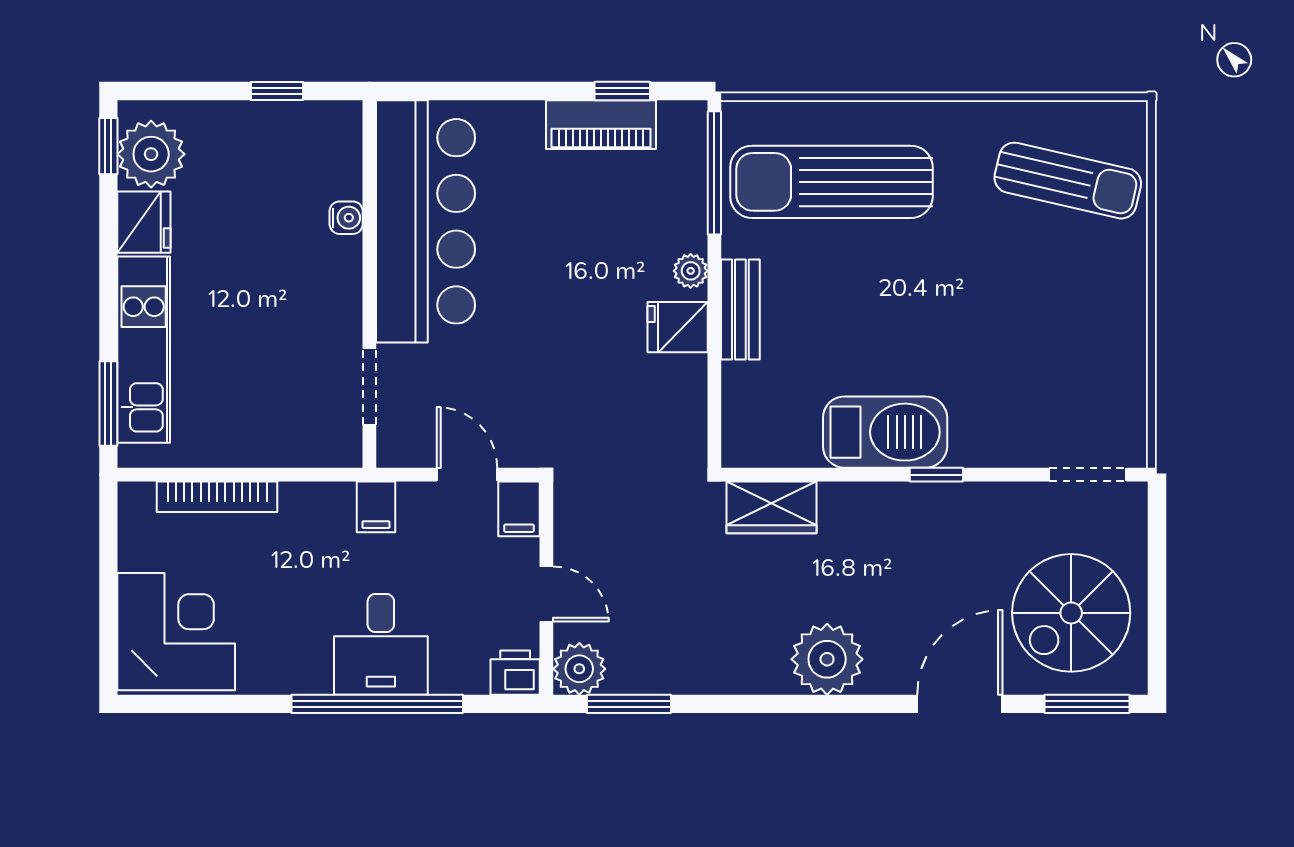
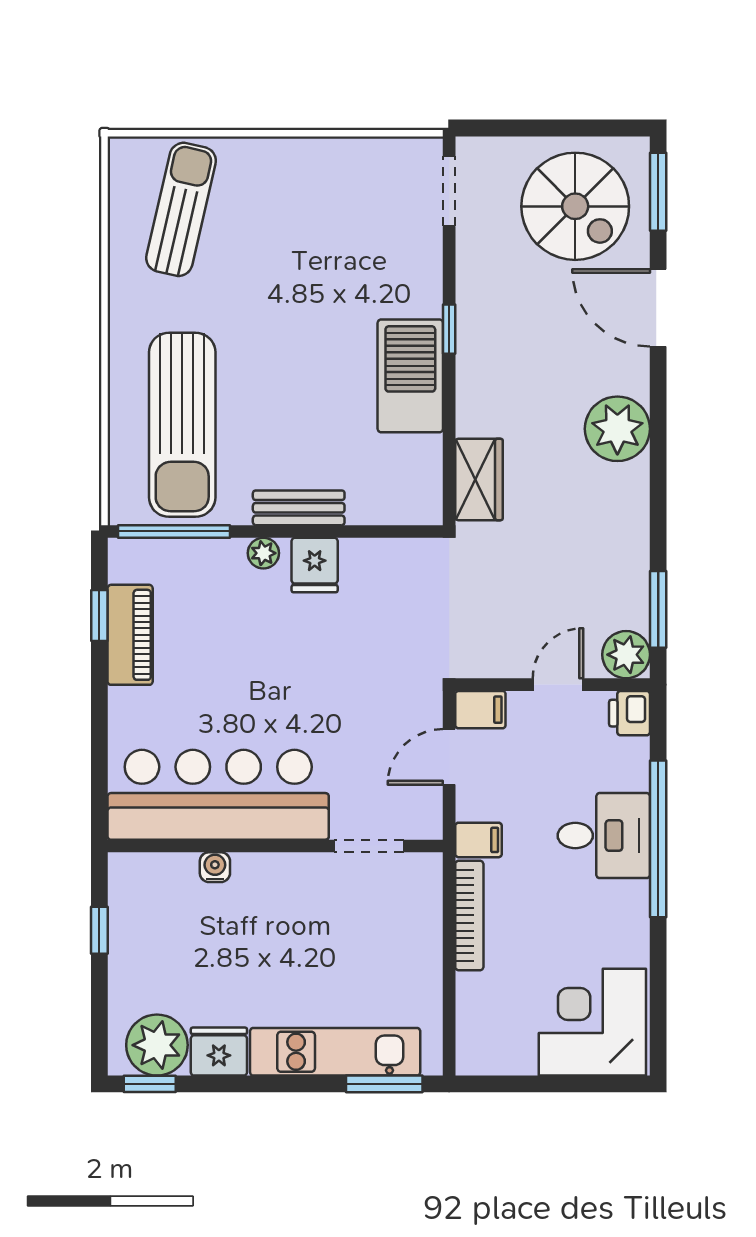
bookcase: (217, 497) -> (469, 915), moved

